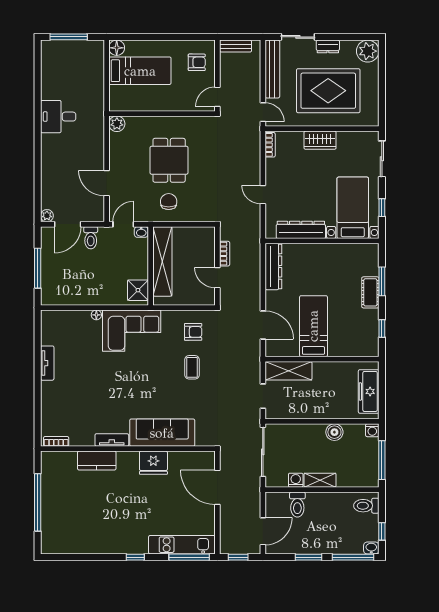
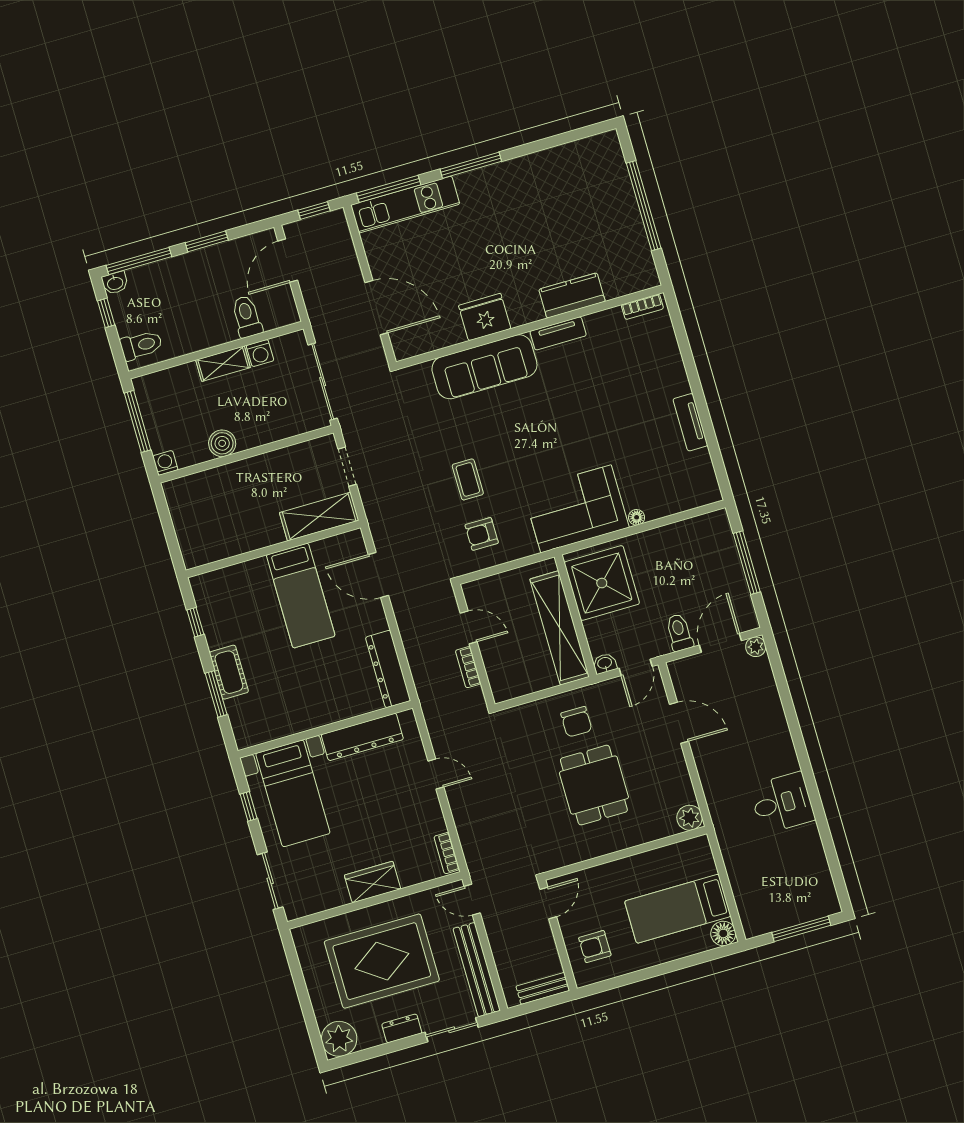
shower: (138, 290) -> (602, 583), width x1.86, depth x1.86
freezer: (369, 391) -> (188, 520), removed
window: (135, 557) -> (471, 165), width x2.17

